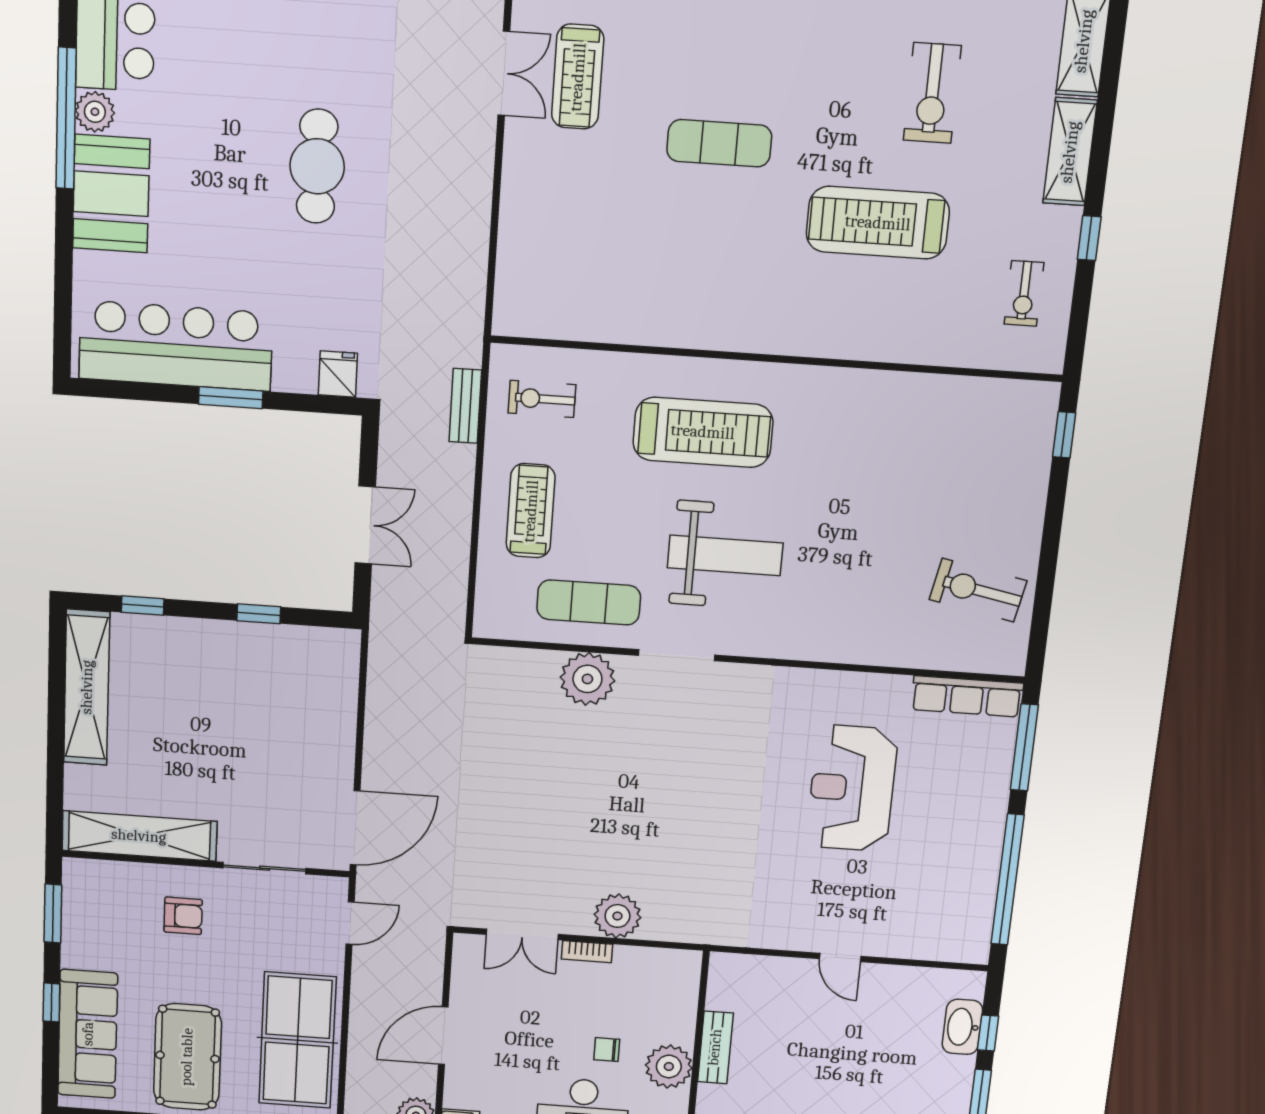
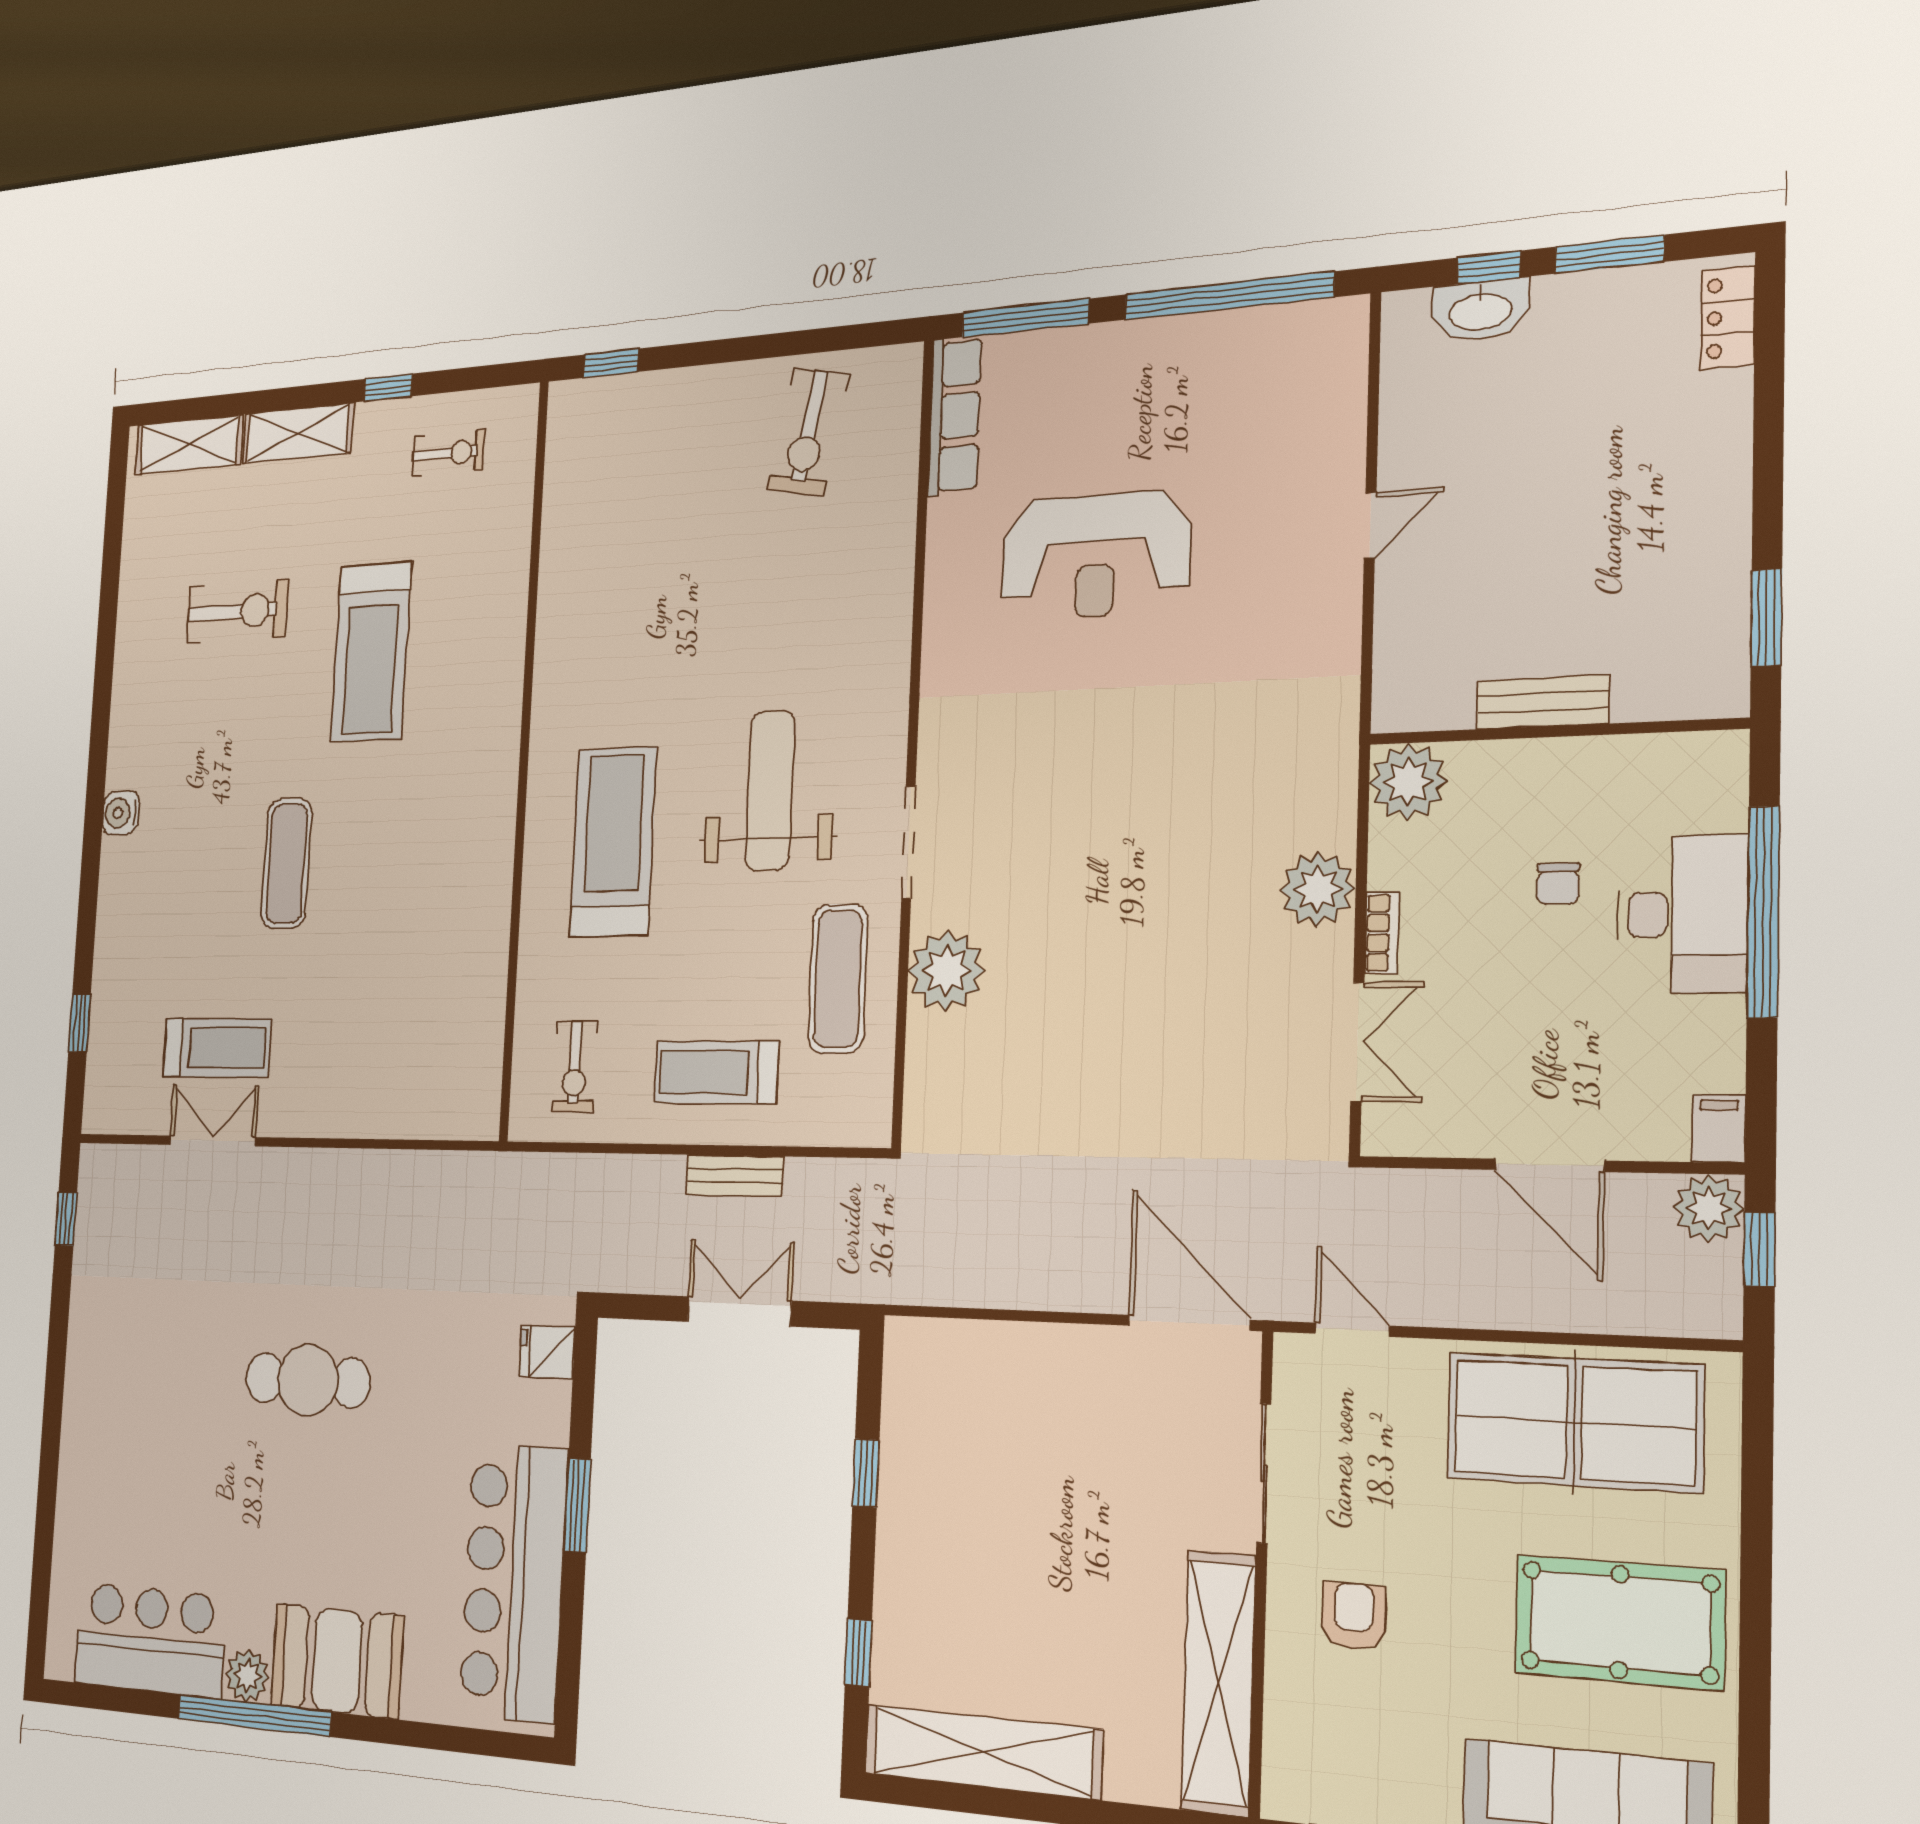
bench: (465, 406) -> (735, 1176), moved
plant: (669, 1067) -> (1408, 782), moved

